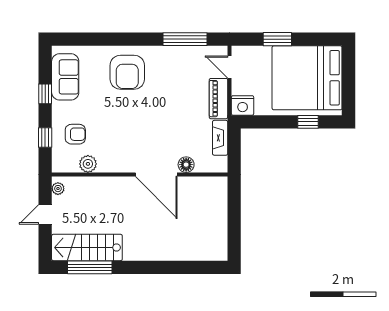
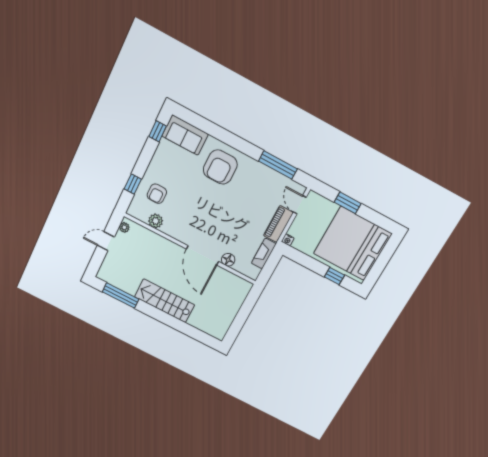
sofa: (65, 77) -> (185, 135), moved, turned 90
window: (45, 94) -> (158, 131), moved
nightstand: (243, 105) -> (288, 240), width x0.53, depth x0.56
armchair: (75, 134) -> (157, 194), turned 90
stairs: (87, 247) -> (165, 301), moved

